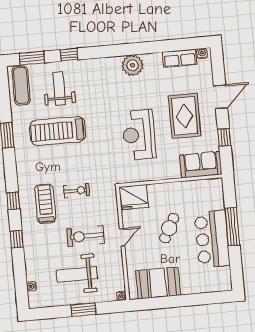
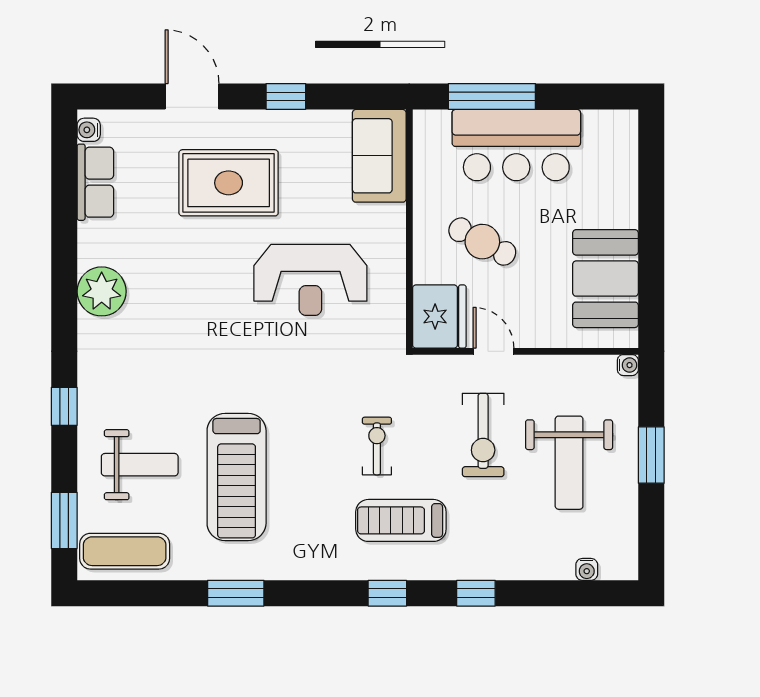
window: (69, 55) -> (64, 406), moved
weight bench: (59, 89) -> (140, 465), turned 180
reception desk: (139, 135) -> (310, 280), moved
sofa: (201, 165) -> (379, 156), moved
wall: (170, 181) -> (409, 229), moved
fridge: (134, 197) -> (439, 316), moved

